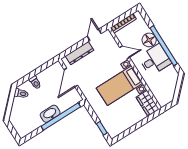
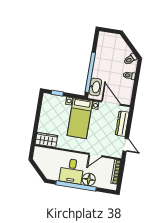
bed with nightstands: (120, 86) -> (80, 118), moved, turned 180
washbasin: (50, 114) -> (95, 87), moved

